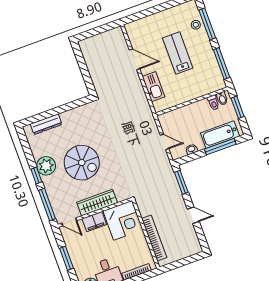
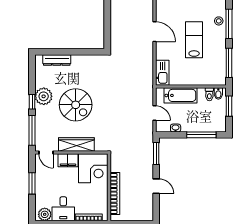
kitchen sink: (153, 87) -> (162, 73), moved
bathtub: (220, 135) -> (181, 95), moved, turned 180

